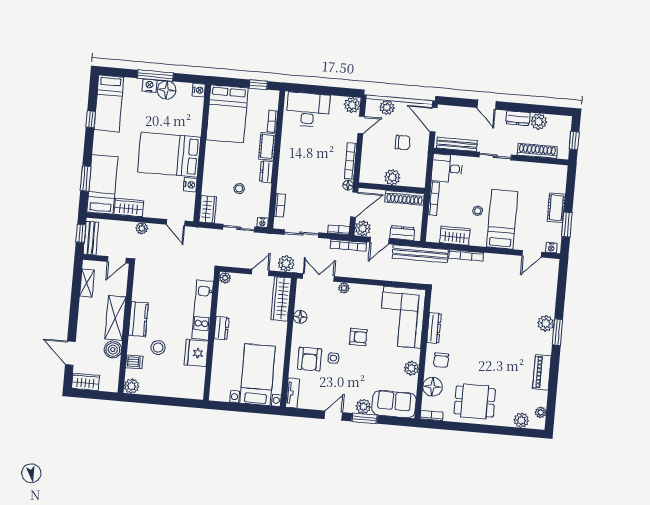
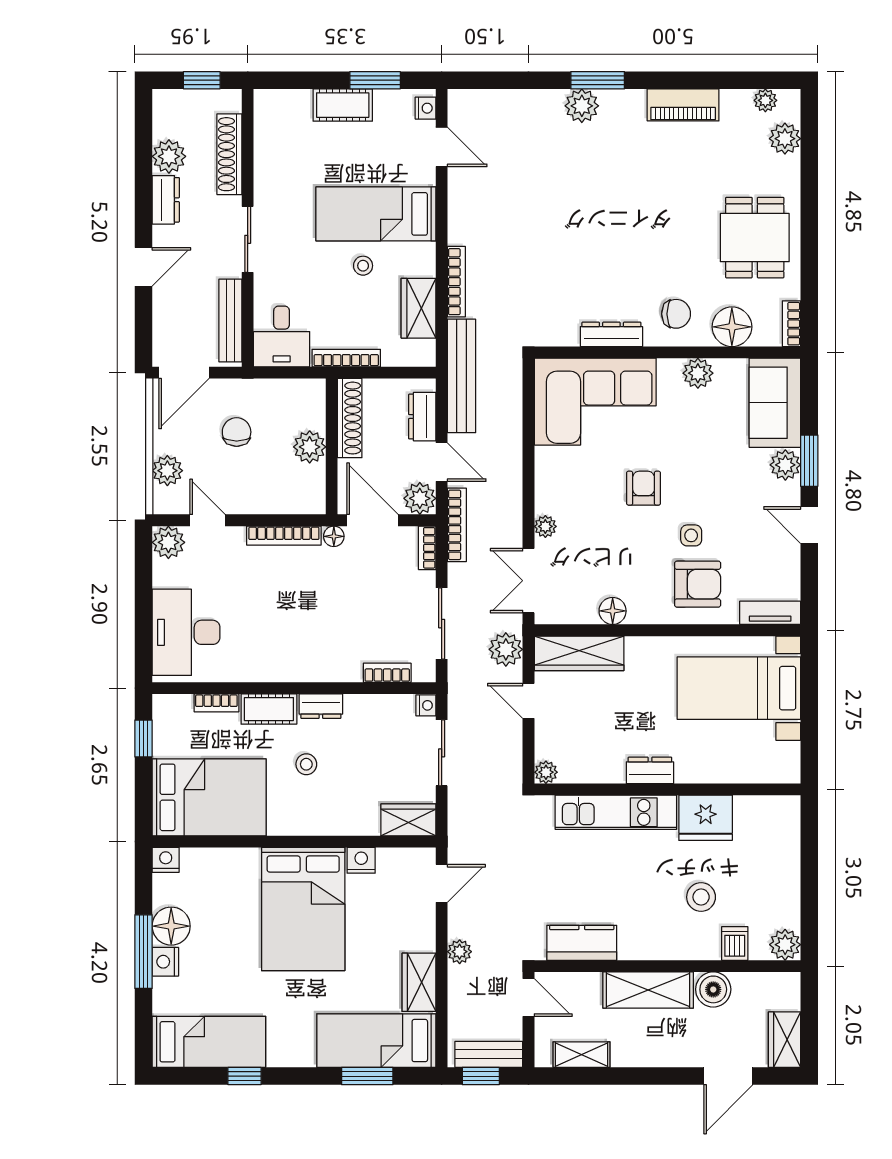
stool: (239, 189) -> (306, 764), moved
kitchen counter: (138, 319) -> (582, 943), moved

